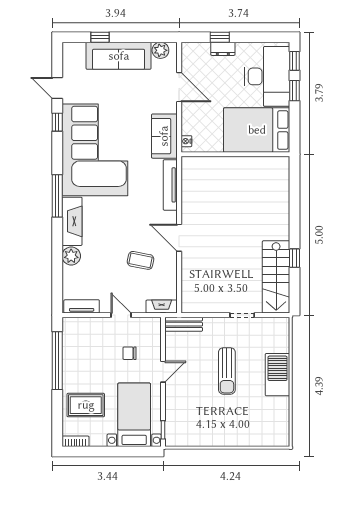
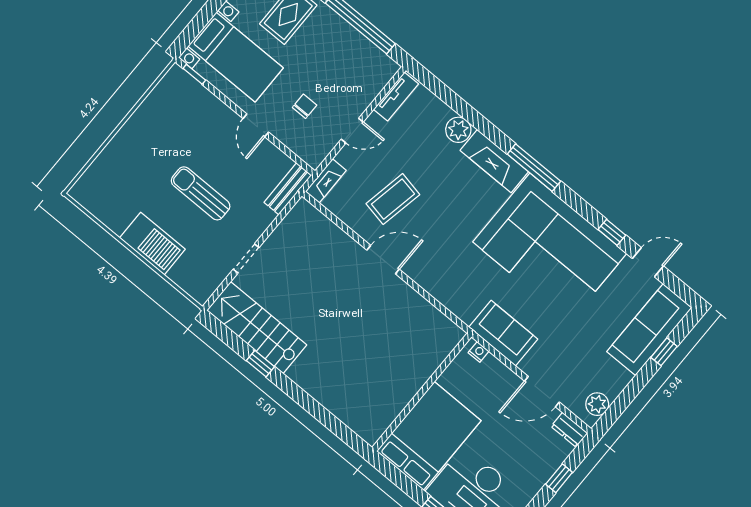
dresser: (223, 49) -> (569, 430), moved, turned -90
sofa: (119, 56) -> (649, 330), moved
tv unit: (170, 185) -> (446, 297), removed
coffee table: (140, 260) -> (393, 199), width x1.36, depth x1.30

